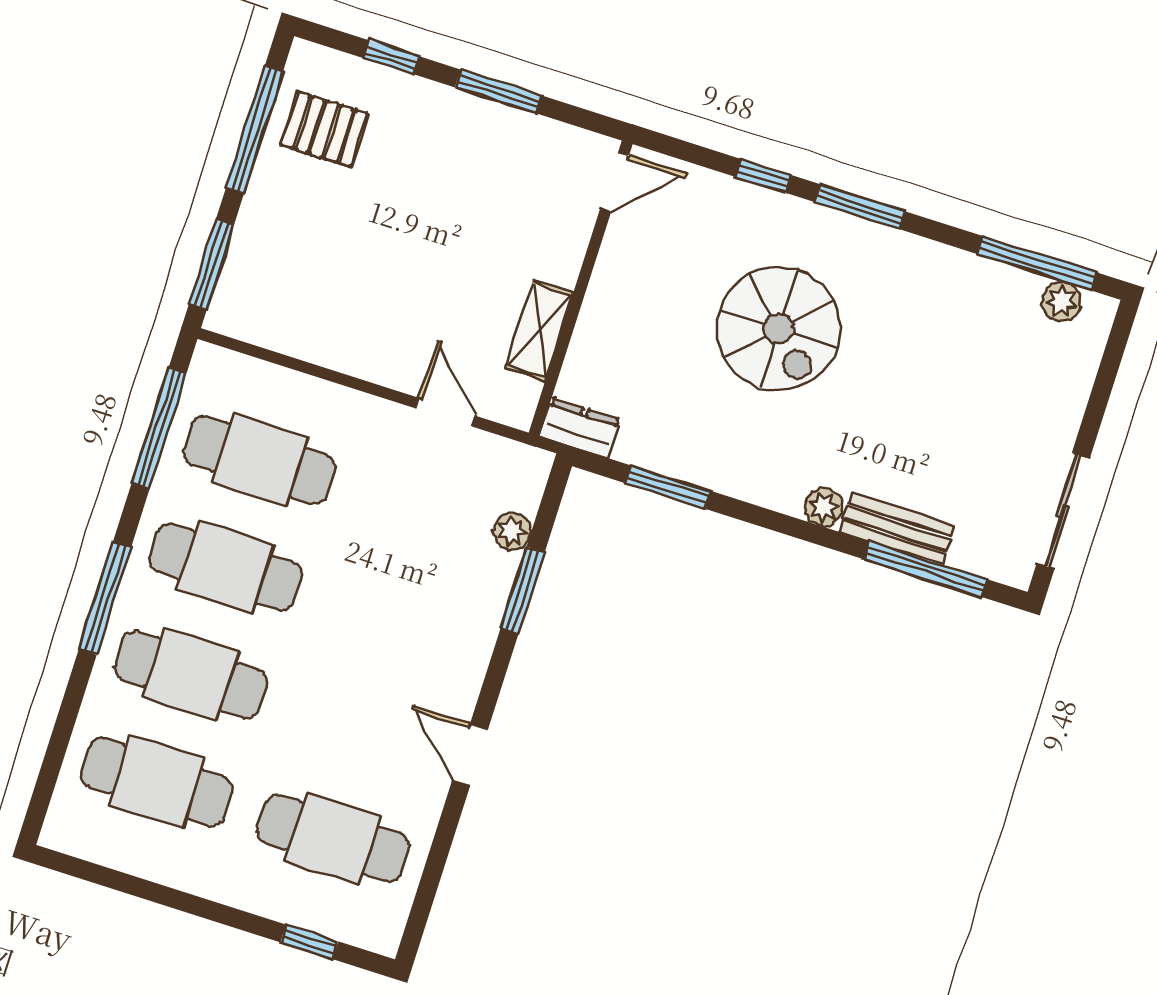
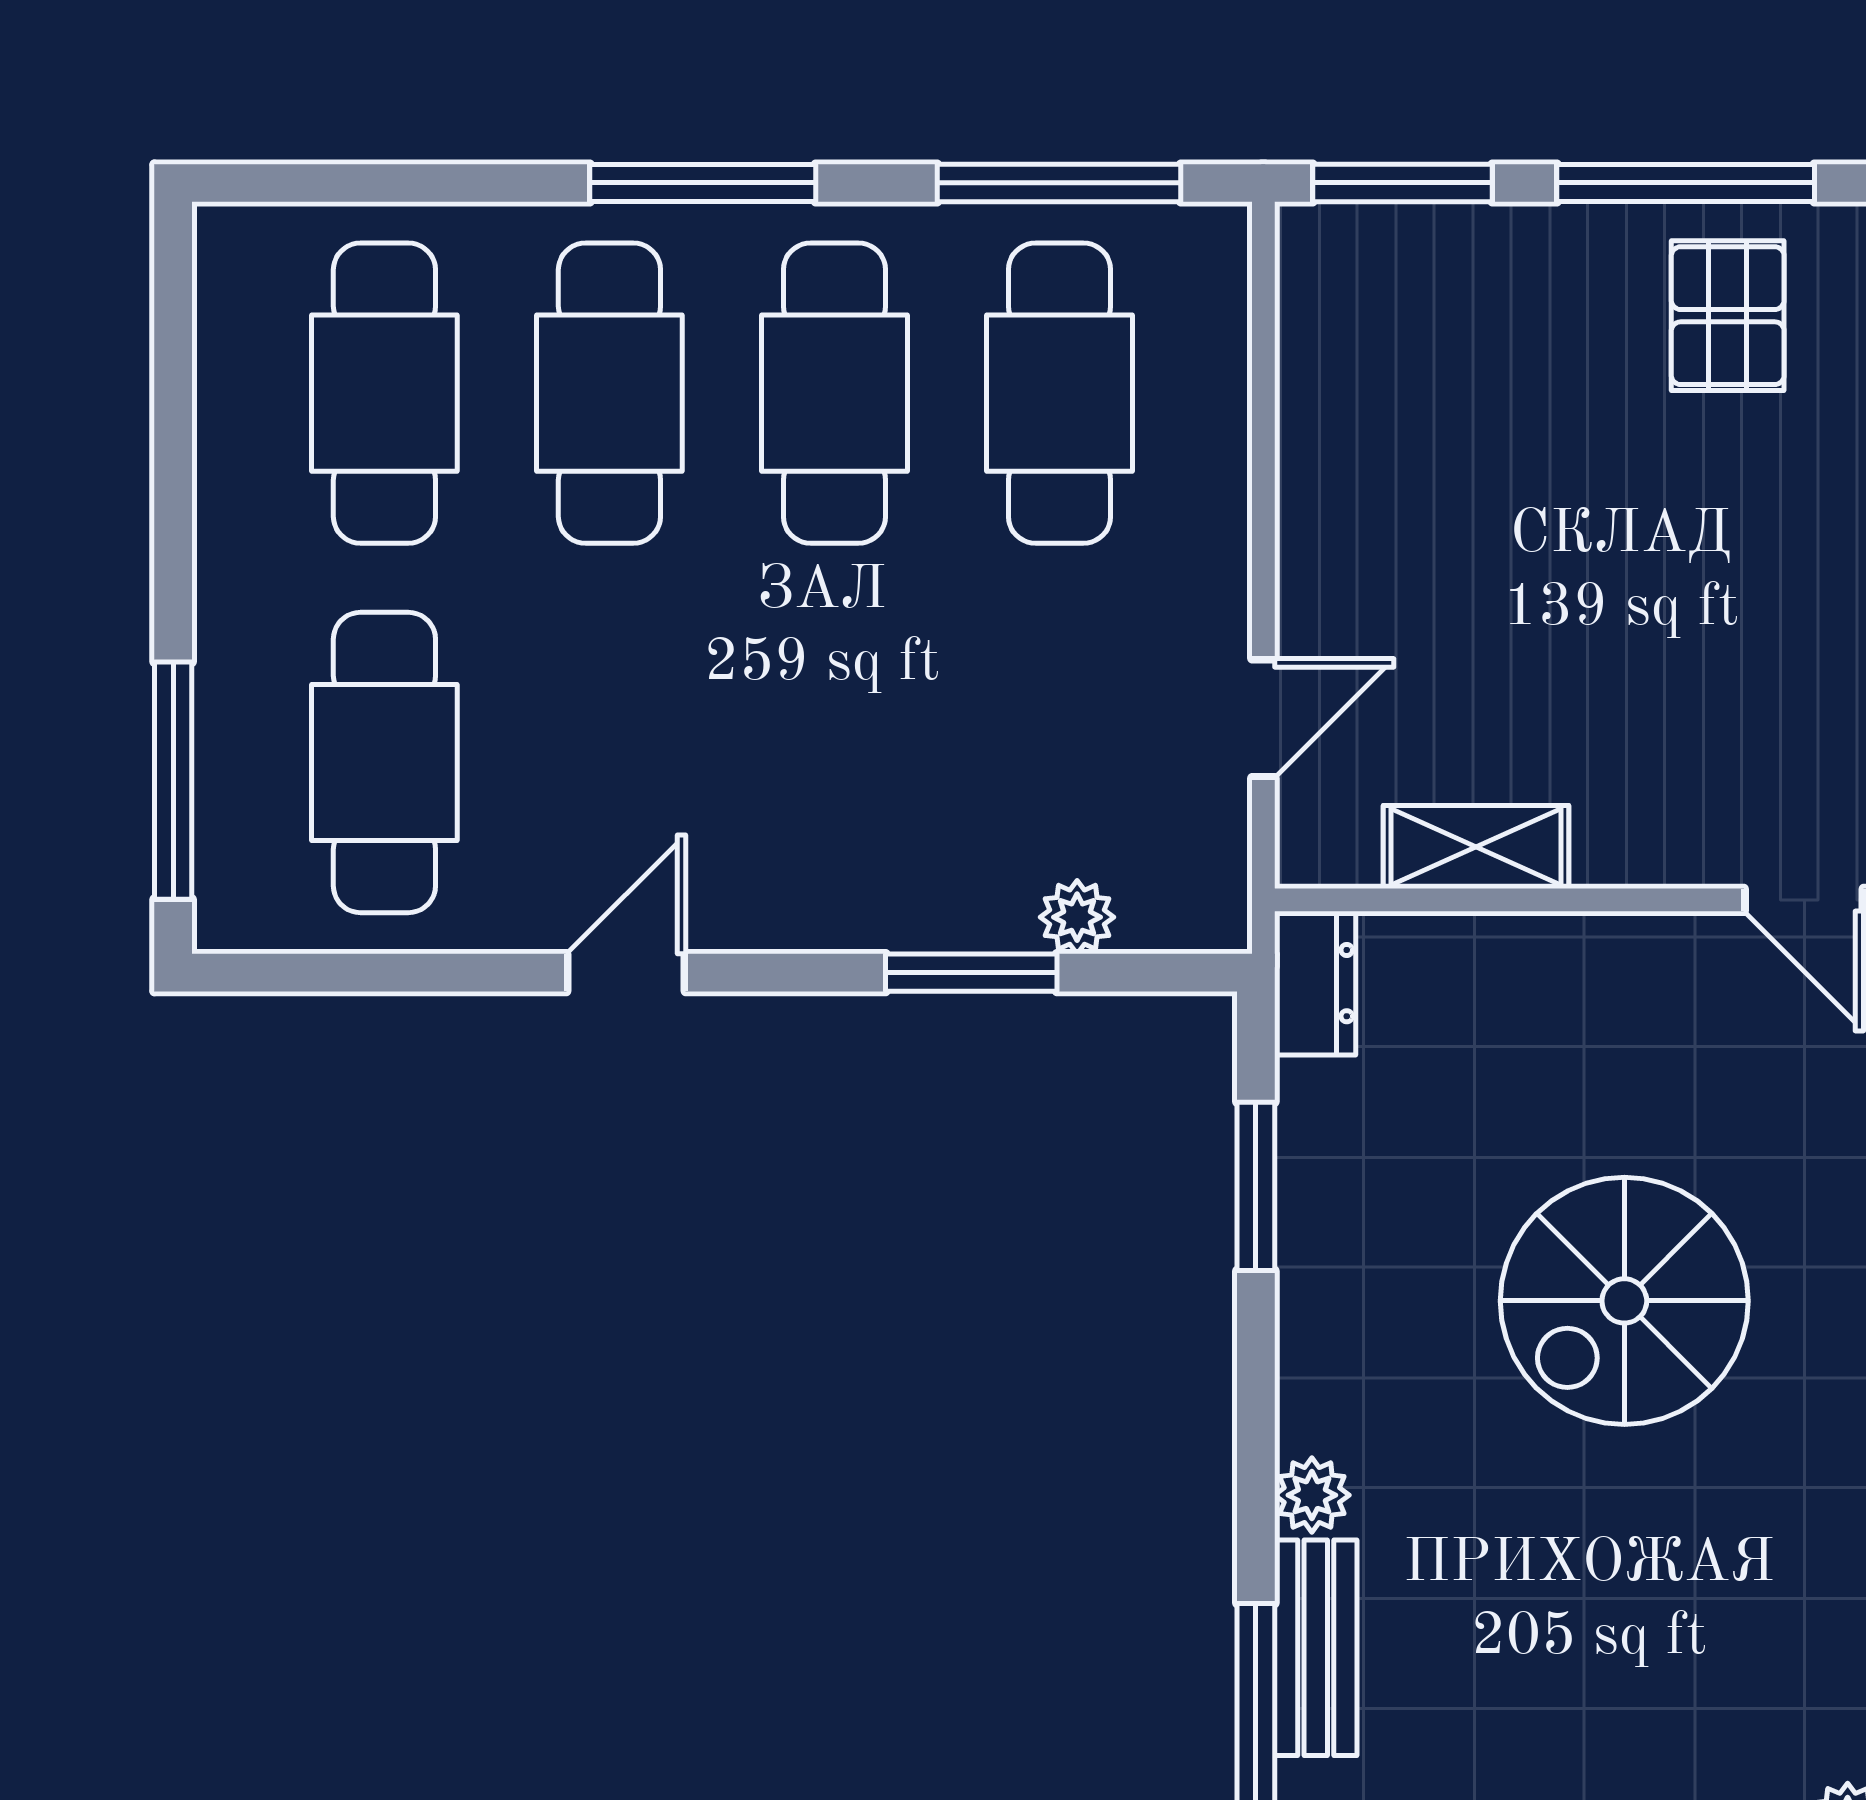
window: (309, 942) -> (173, 781), width x2.17

